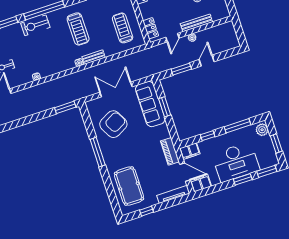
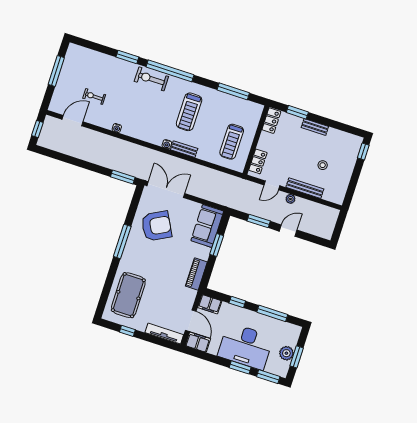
treadmill: (123, 28) -> (232, 142), turned 180
double door: (116, 90) -> (166, 190), moved
sofa: (150, 104) -> (207, 226), width x0.73
plant: (262, 130) -> (286, 353), moved
piano: (170, 151) -> (196, 274), moved

